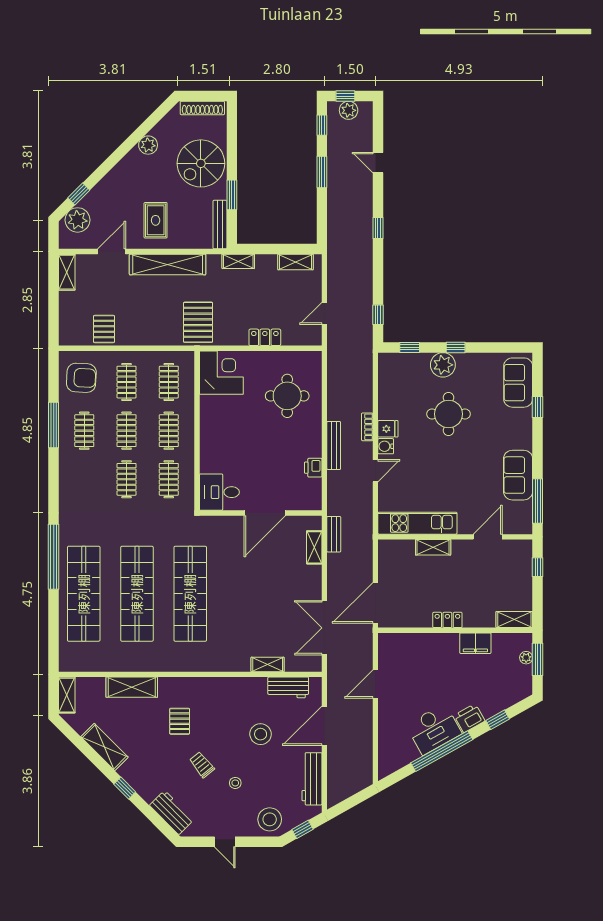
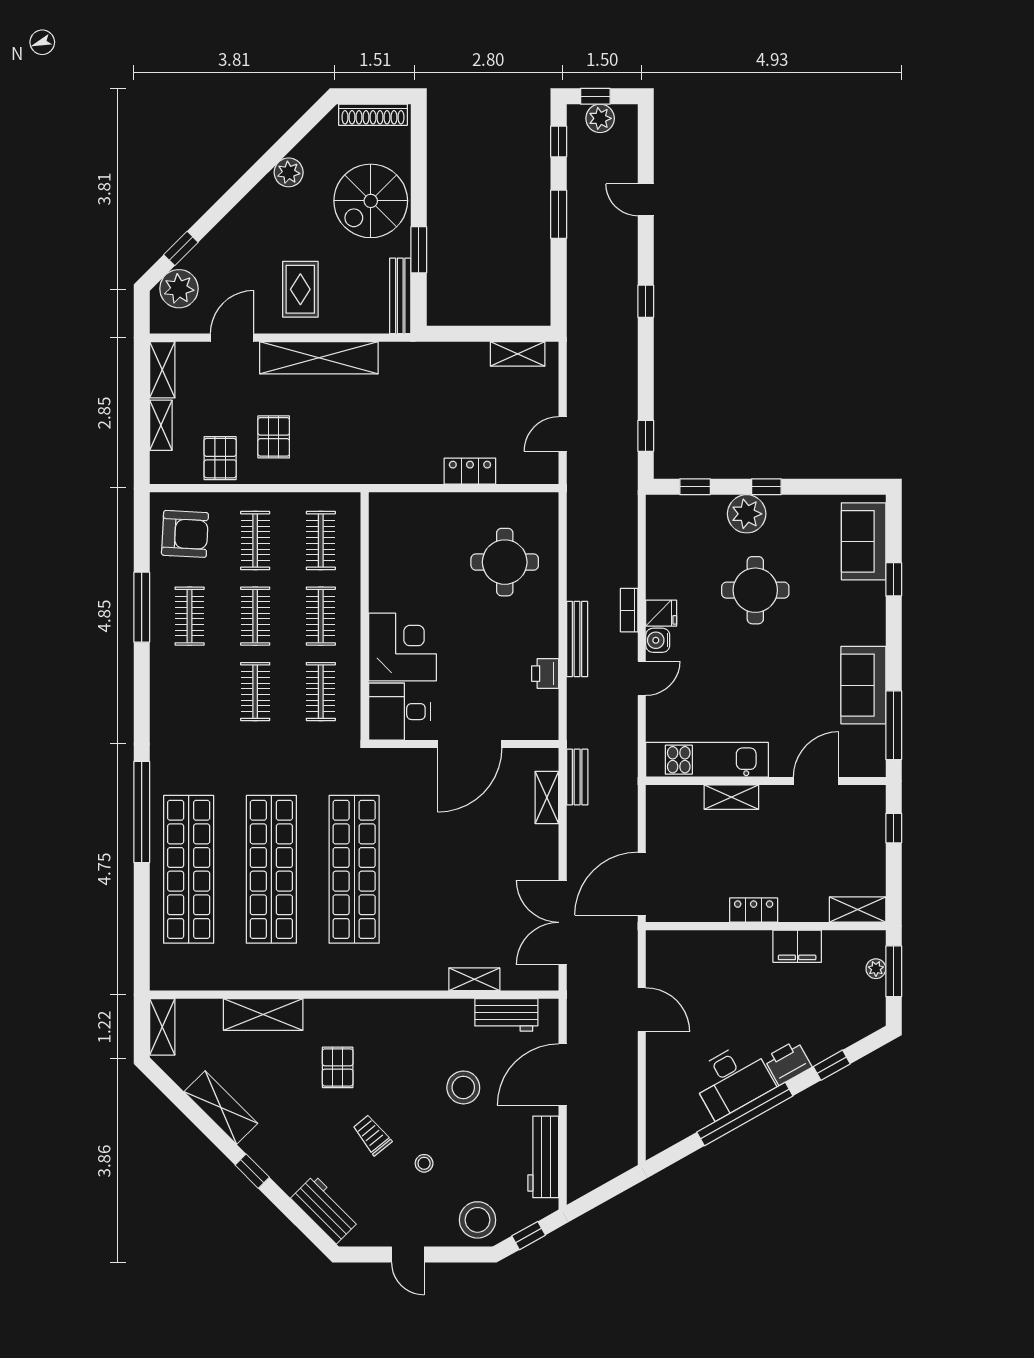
shelving: (238, 261) -> (161, 425), moved, turned 90
pallet: (198, 322) -> (274, 437), moved, width x0.67, depth x0.71
corner desk: (221, 373) -> (402, 647), moved
door: (375, 684) -> (642, 1010), swing flipped

